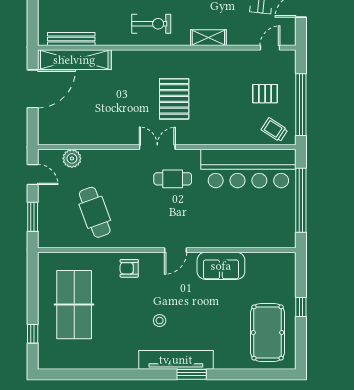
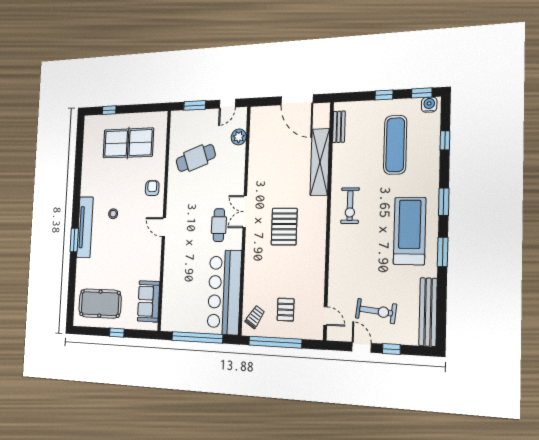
shelving: (208, 38) -> (336, 259), removed
bench: (71, 39) -> (339, 127), width x0.73
shelving: (74, 60) -> (320, 162), moved
pallet: (174, 99) -> (284, 227), turned 90
double door: (157, 147) -> (245, 212), swing flipped
sofa: (221, 266) -> (149, 301), moved

